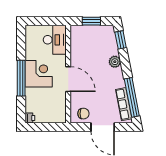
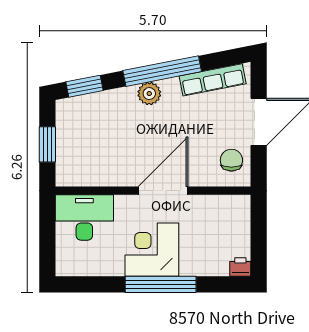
plant: (115, 62) -> (149, 94), moved
window: (132, 97) -> (162, 71), moved

